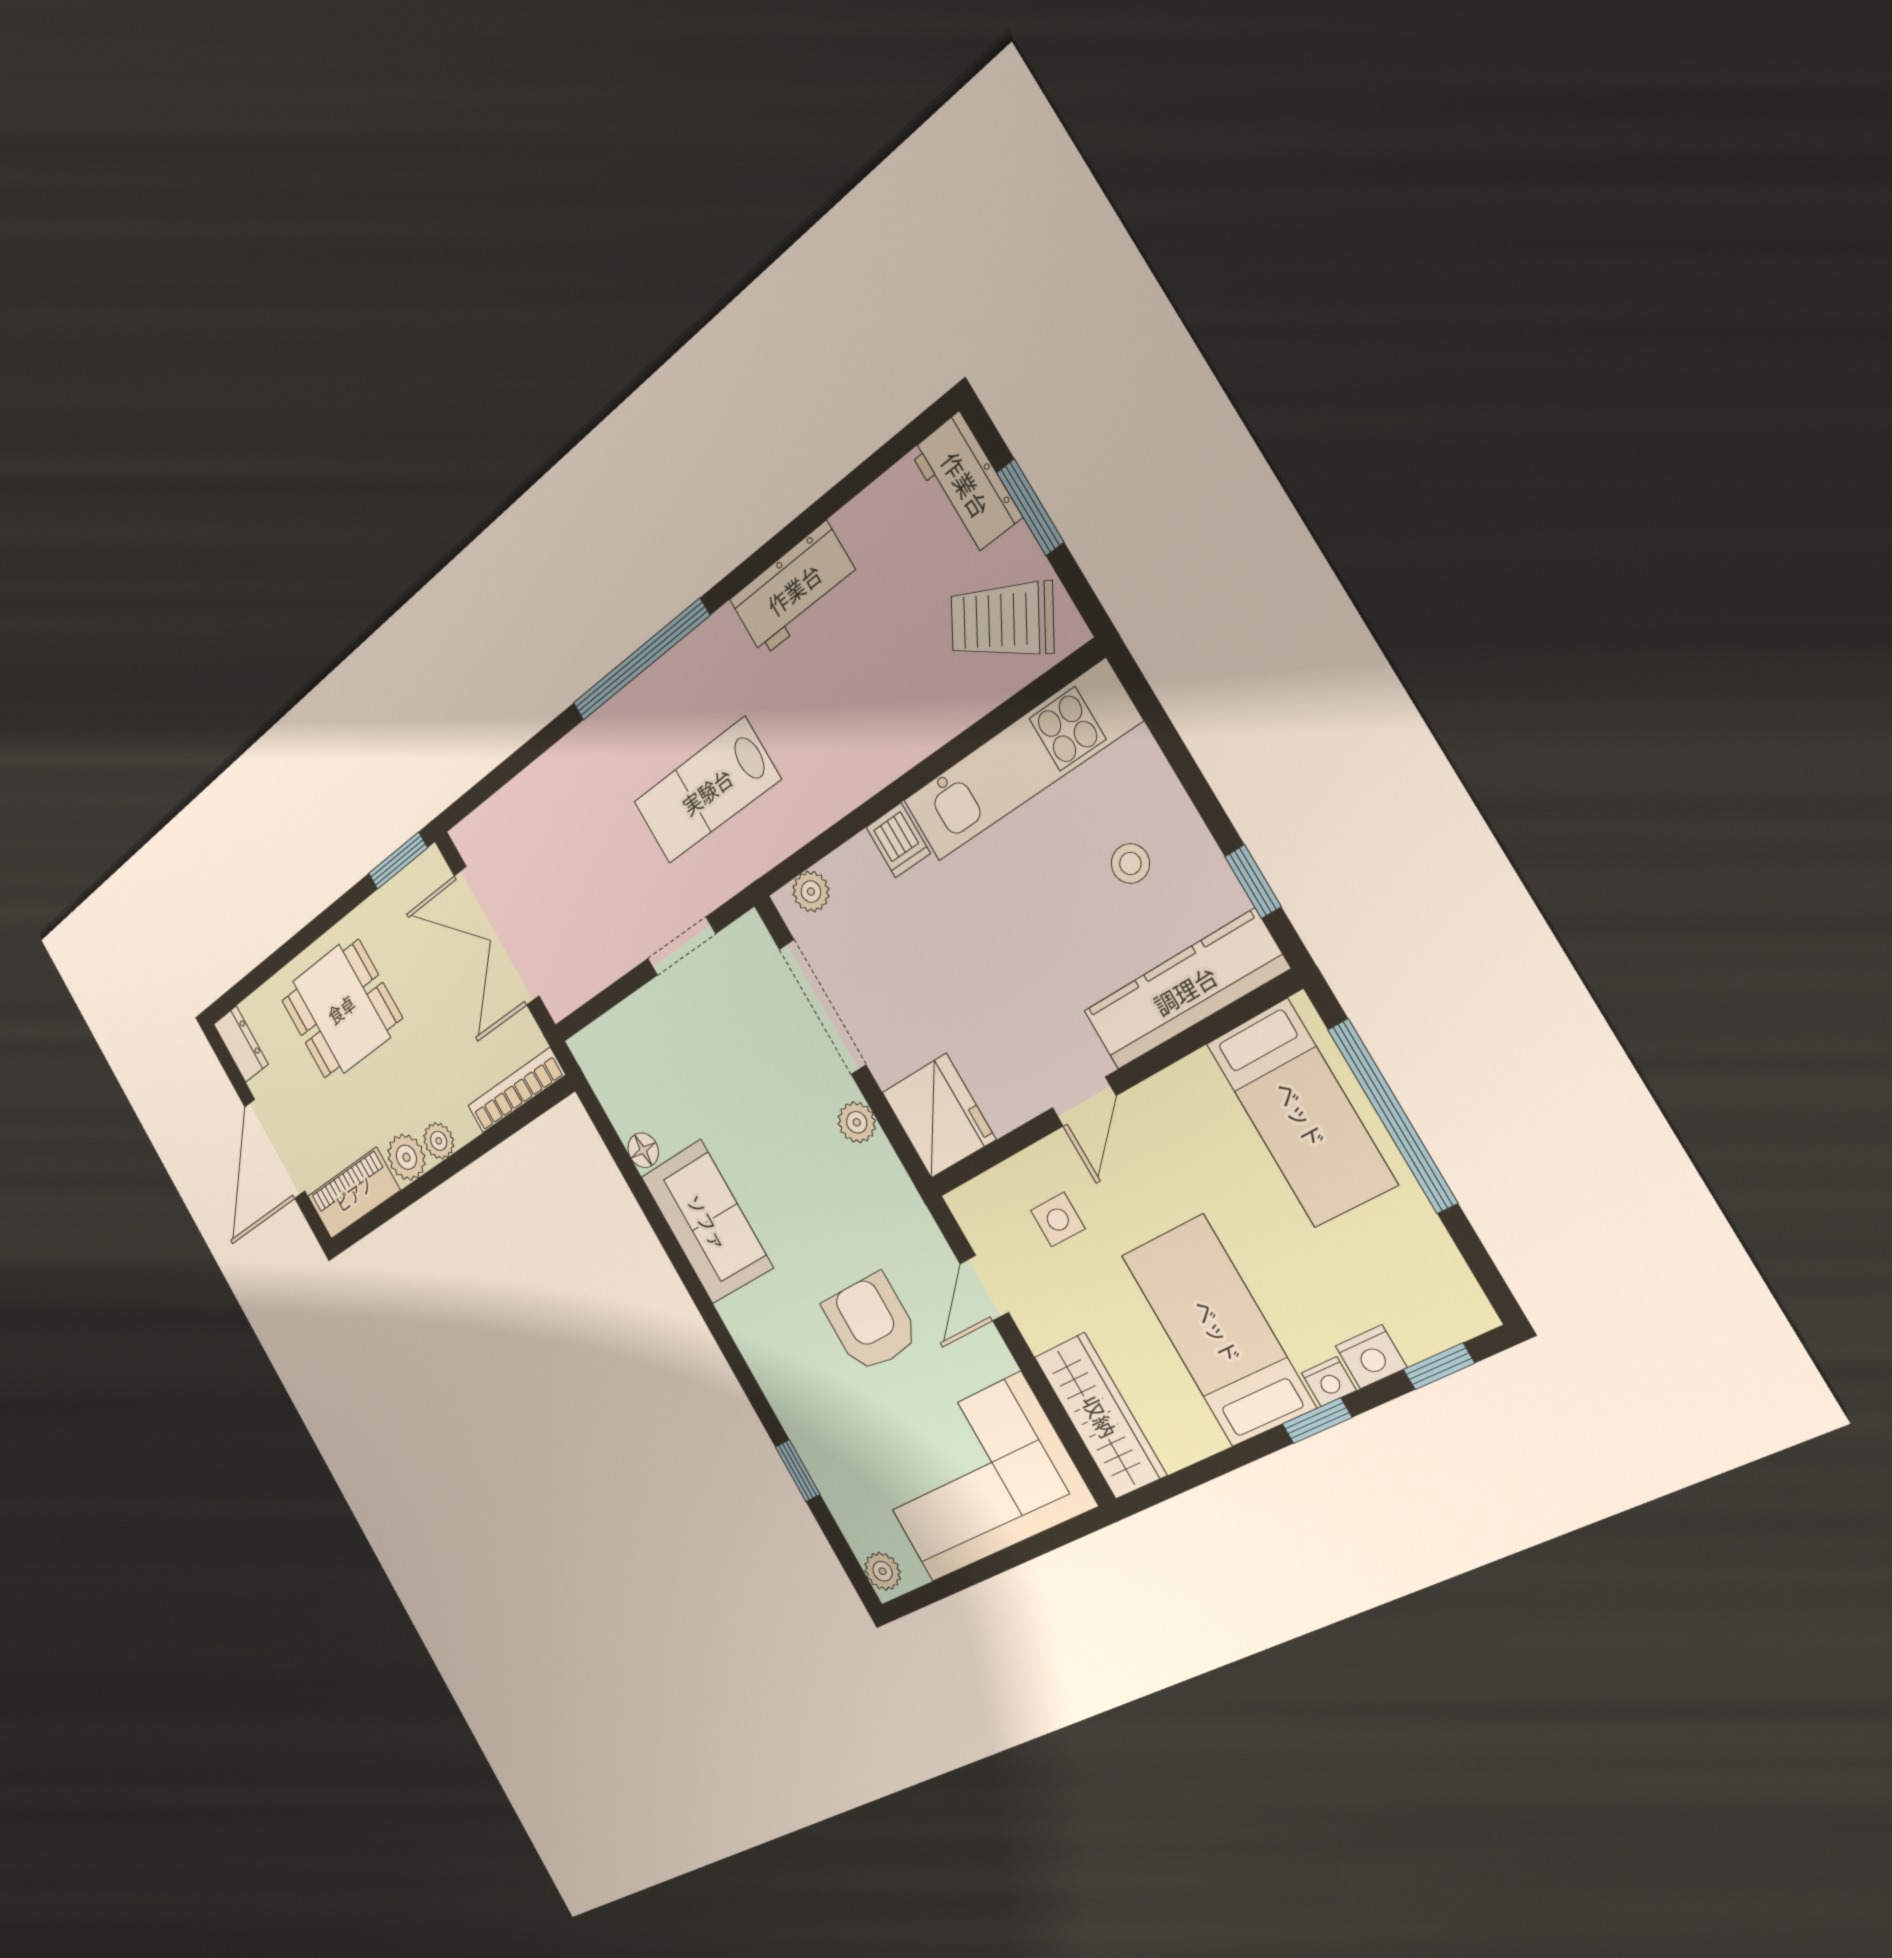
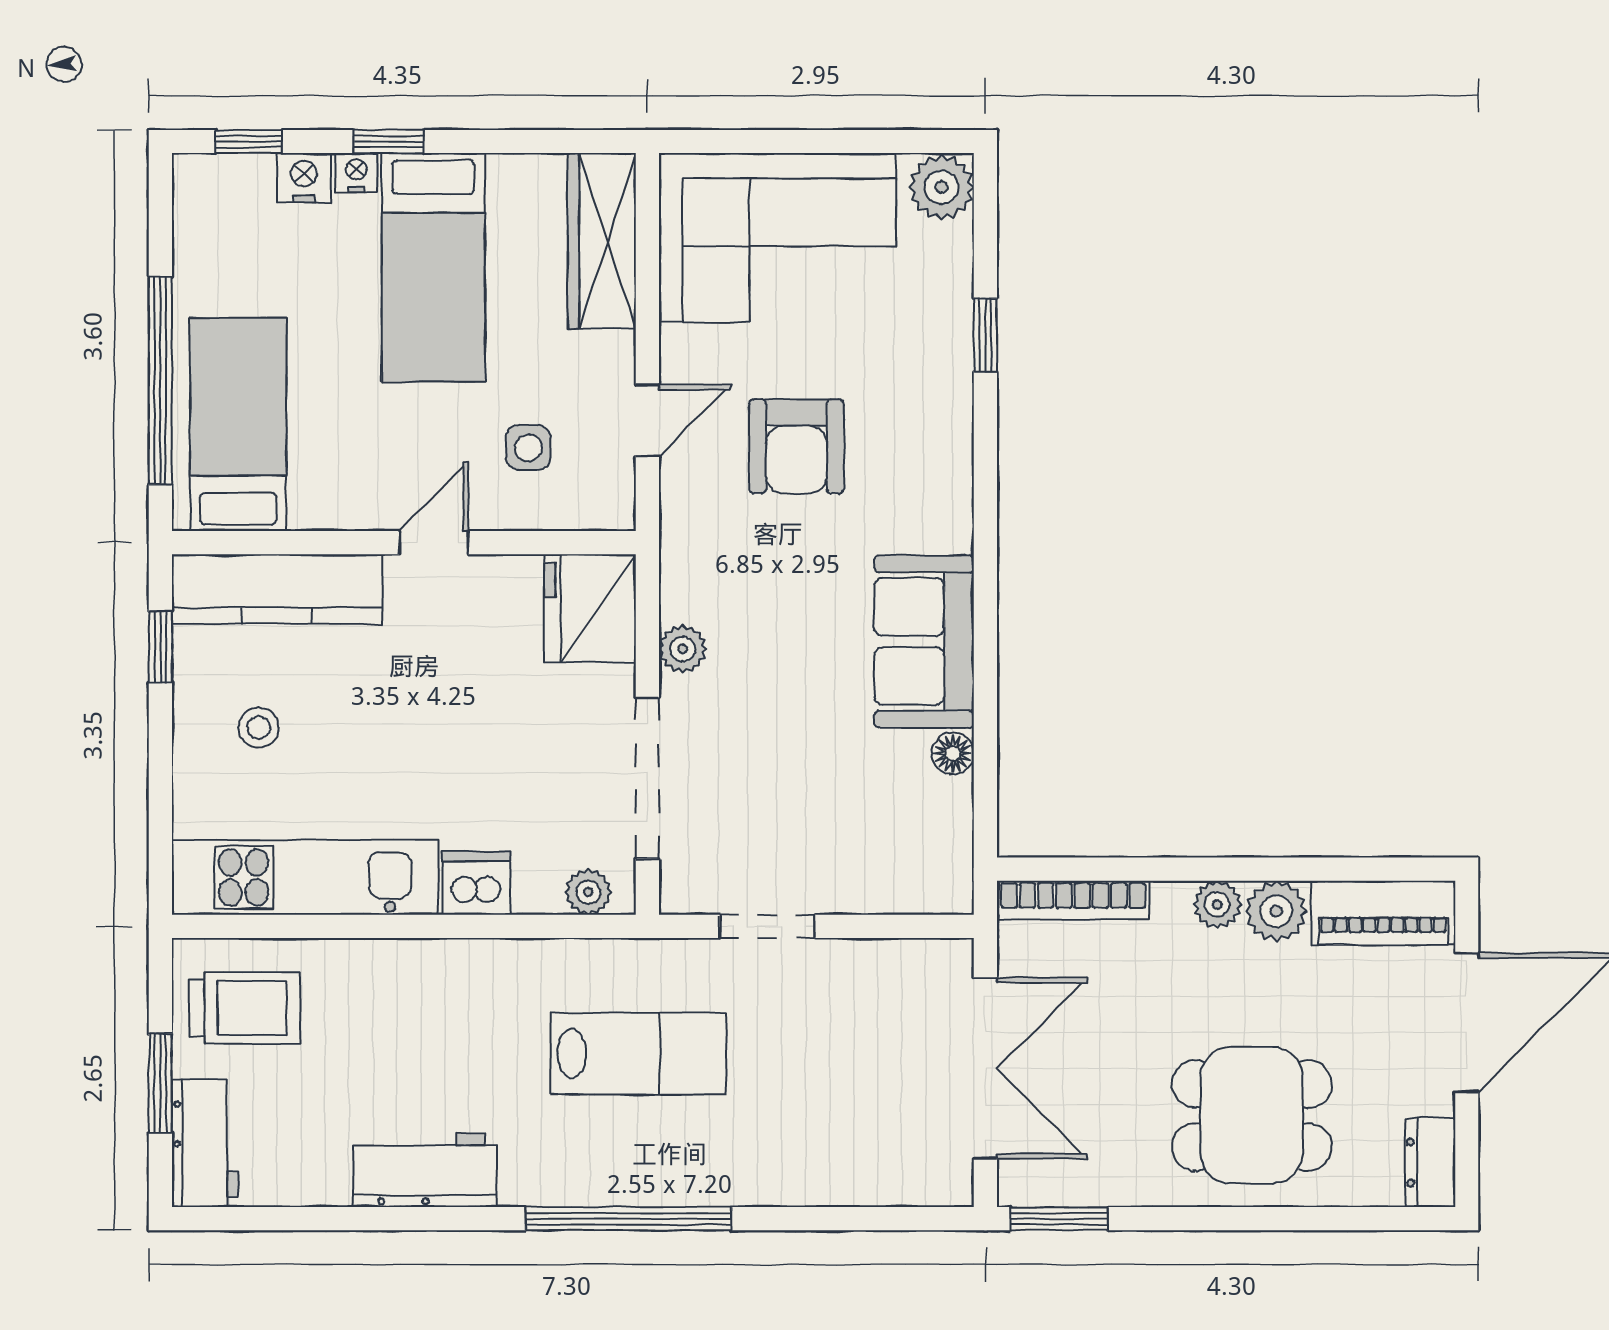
trolley: (1002, 620) -> (245, 1008), turned -31
dishwasher: (898, 840) -> (476, 883), width x1.38
plant: (883, 1571) -> (942, 187), width x1.38, depth x1.38

